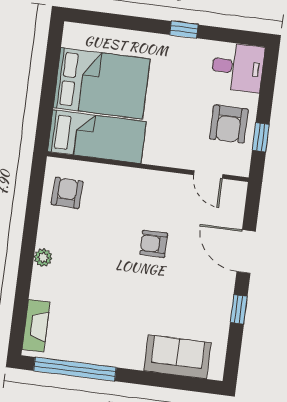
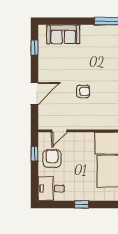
door: (208, 175) -> (59, 131), swing flipped
door: (246, 251) -> (35, 94), hinge flipped
window: (239, 309) -> (35, 47), moved

